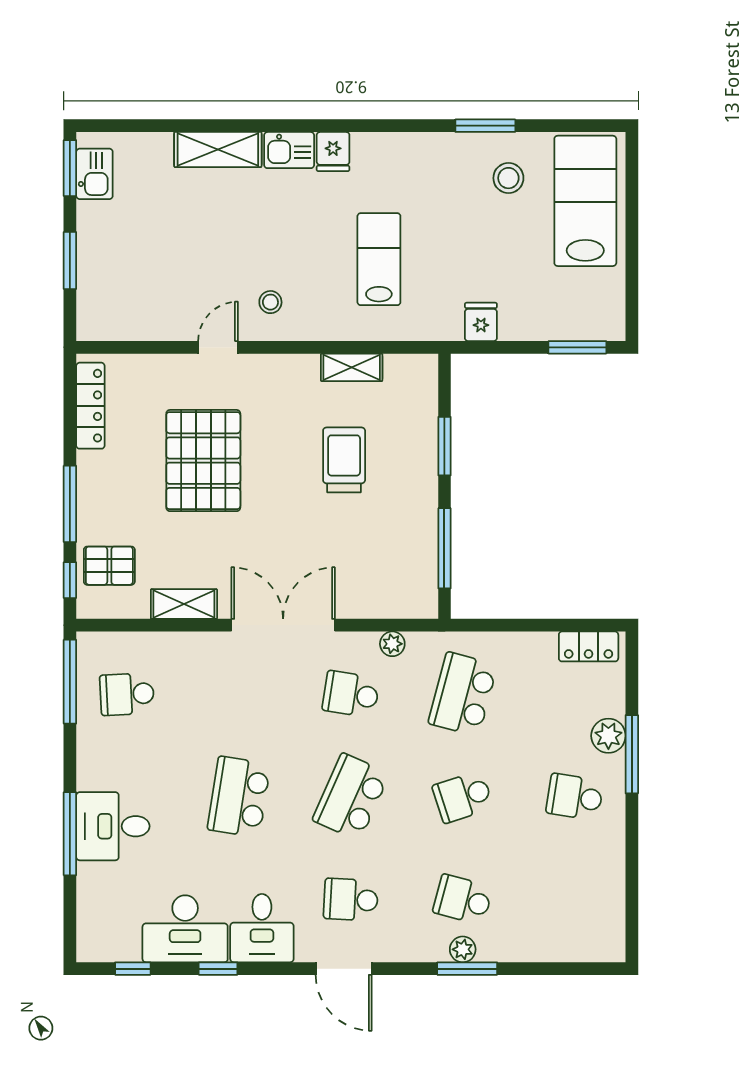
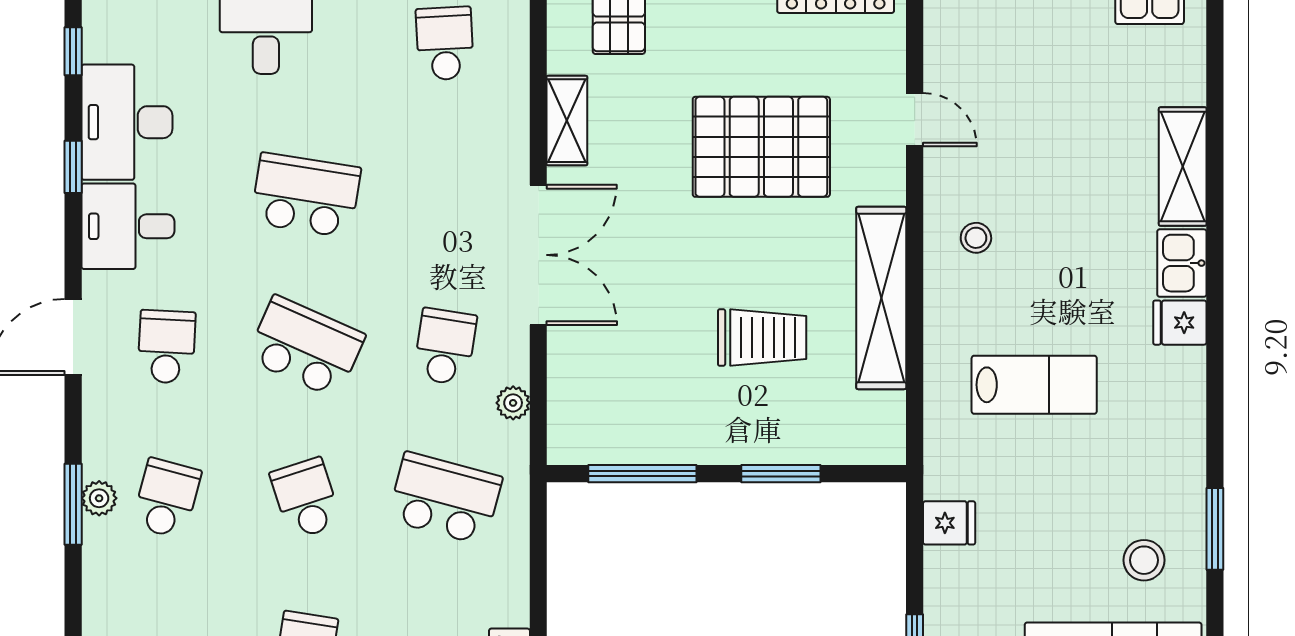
door: (218, 347) -> (915, 120), moved
shelving: (352, 367) -> (881, 298), width x2.20, depth x1.33

